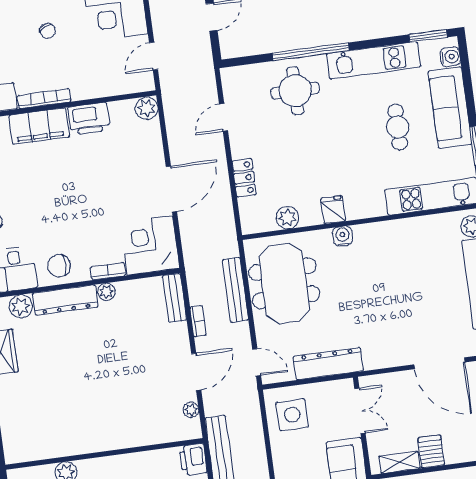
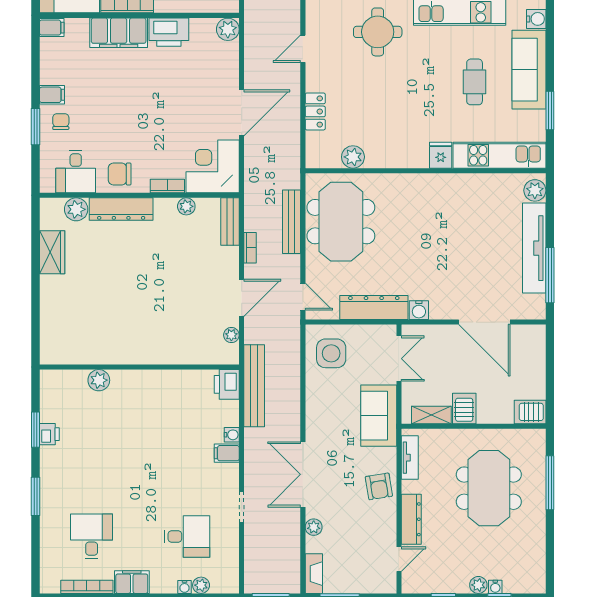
fridge: (333, 210) -> (441, 155), moved
water cooler: (343, 236) -> (419, 310), moved, turned 180
plant: (107, 292) -> (186, 206), moved

